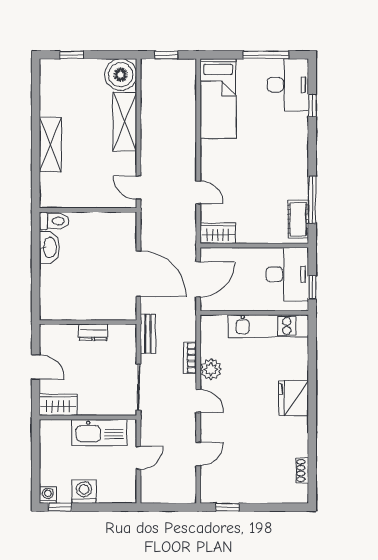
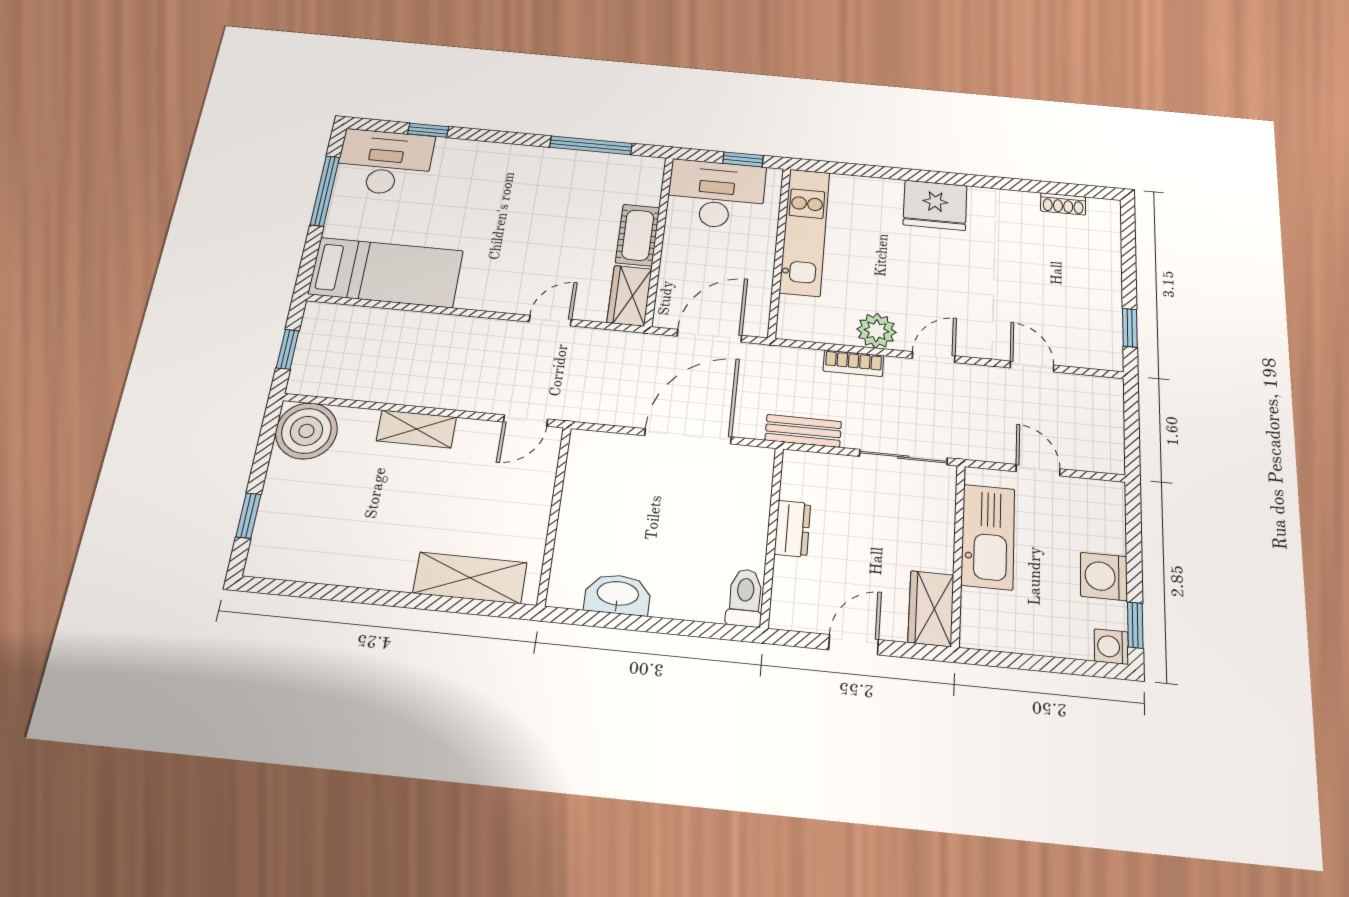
shelving: (125, 122) -> (416, 429), width x0.67, depth x0.75
shelving: (50, 144) -> (470, 578), moved
cot: (298, 219) -> (638, 235), moved, turned 90
toilet: (54, 221) -> (745, 598), moved
door: (198, 279) -> (709, 336), hinge flipped

